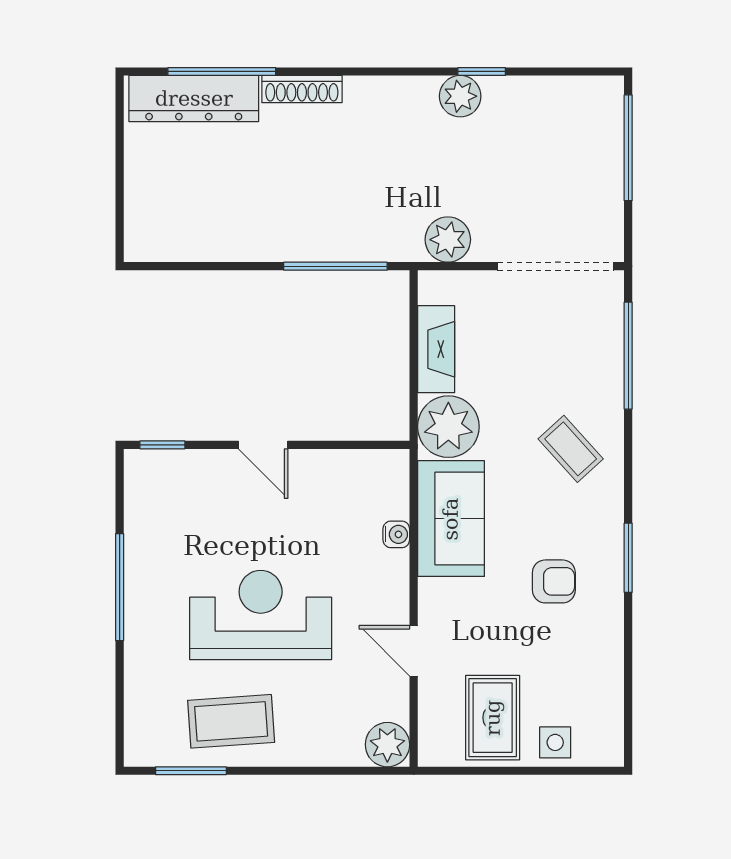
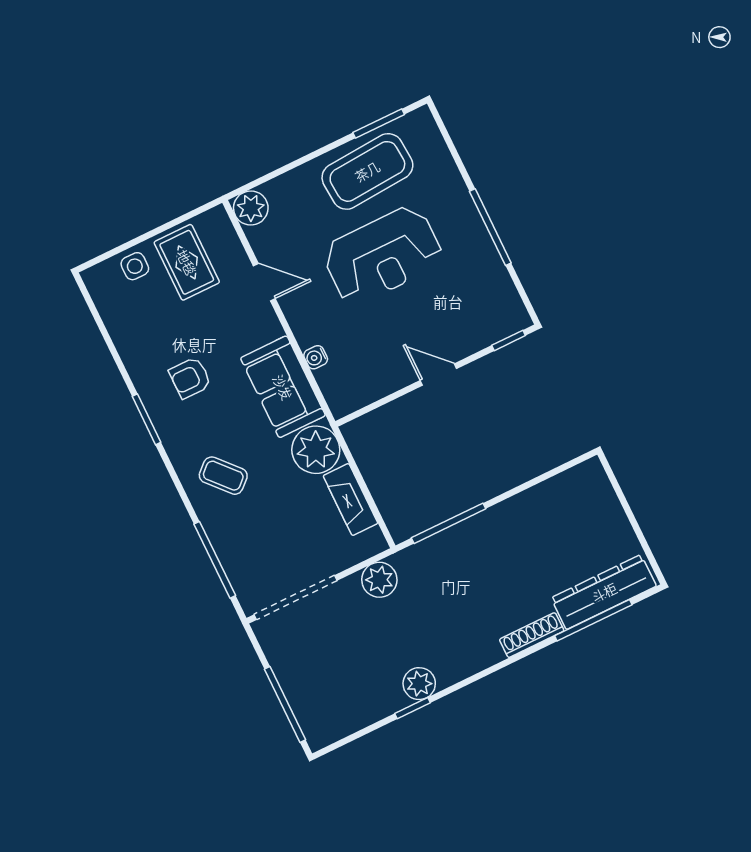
coffee table: (231, 721) -> (367, 171), width x1.36, depth x1.32

